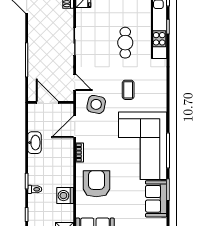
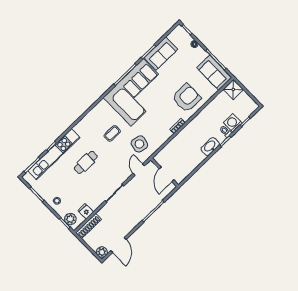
door: (75, 127) -> (165, 144), removed
washbasin: (34, 143) -> (210, 147), moved
armchair: (96, 184) -> (186, 98), turned 180
washing machine: (65, 196) -> (233, 123), moved, turned 180

